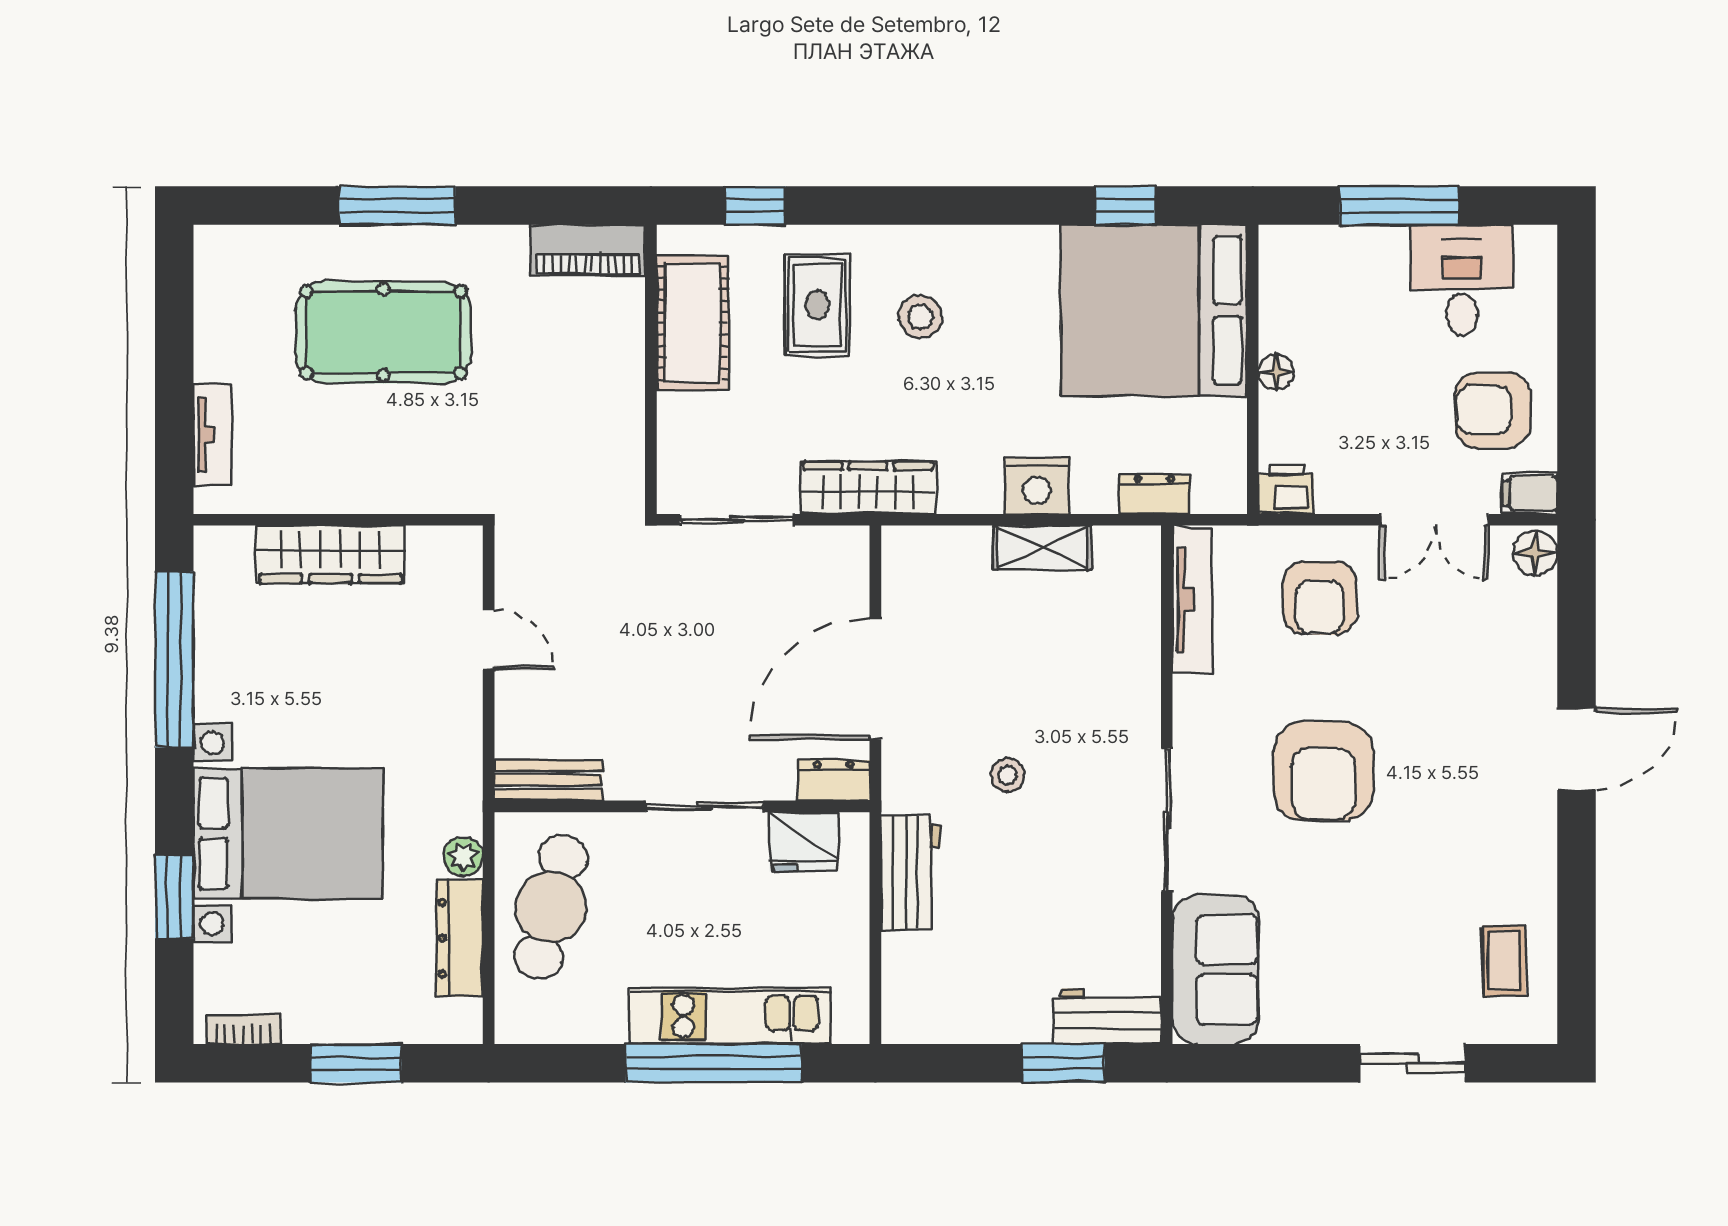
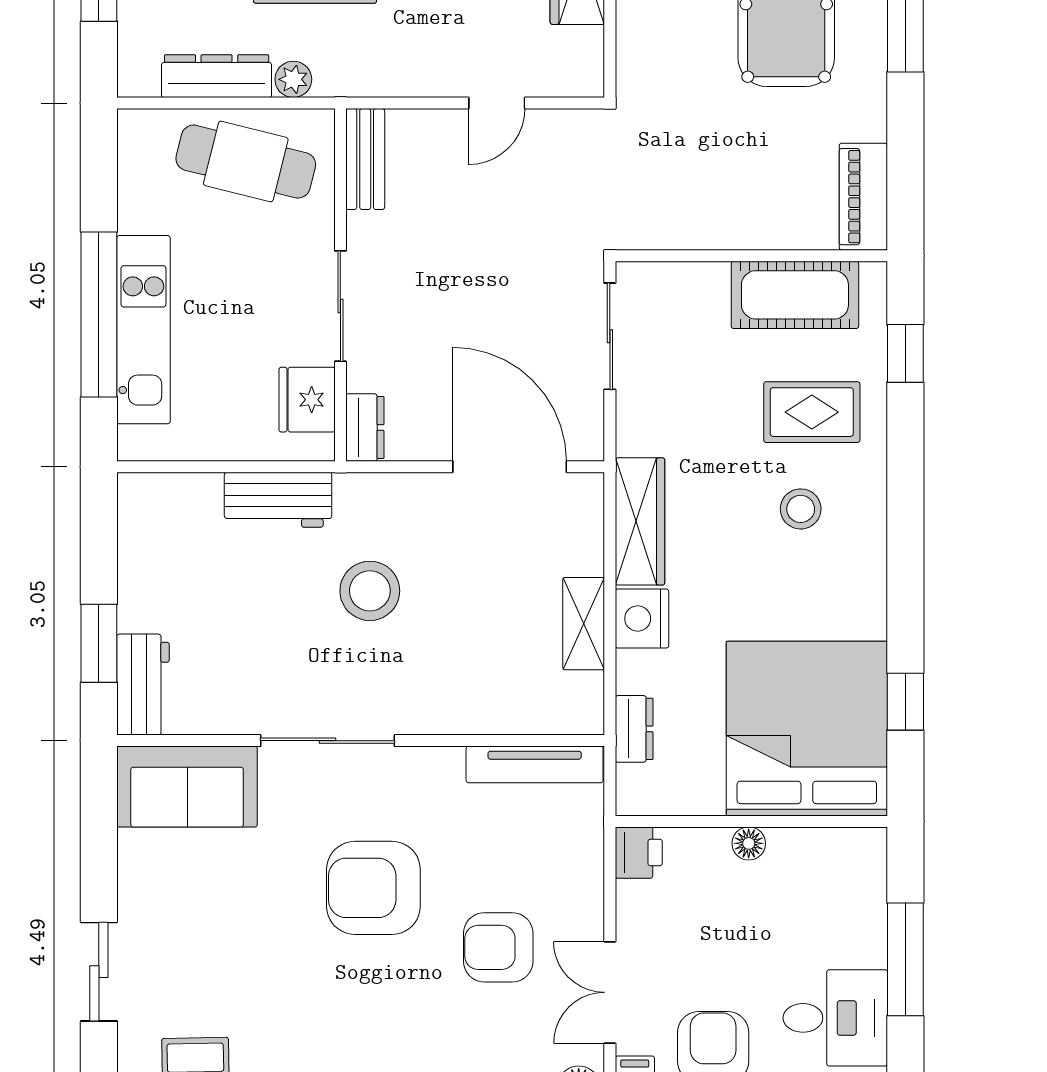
wardrobe: (868, 488) -> (640, 521), moved
armchair: (1320, 598) -> (498, 947), moved
door: (875, 679) -> (510, 467), moved
stool: (1007, 775) -> (370, 591), width x1.89, depth x1.89

